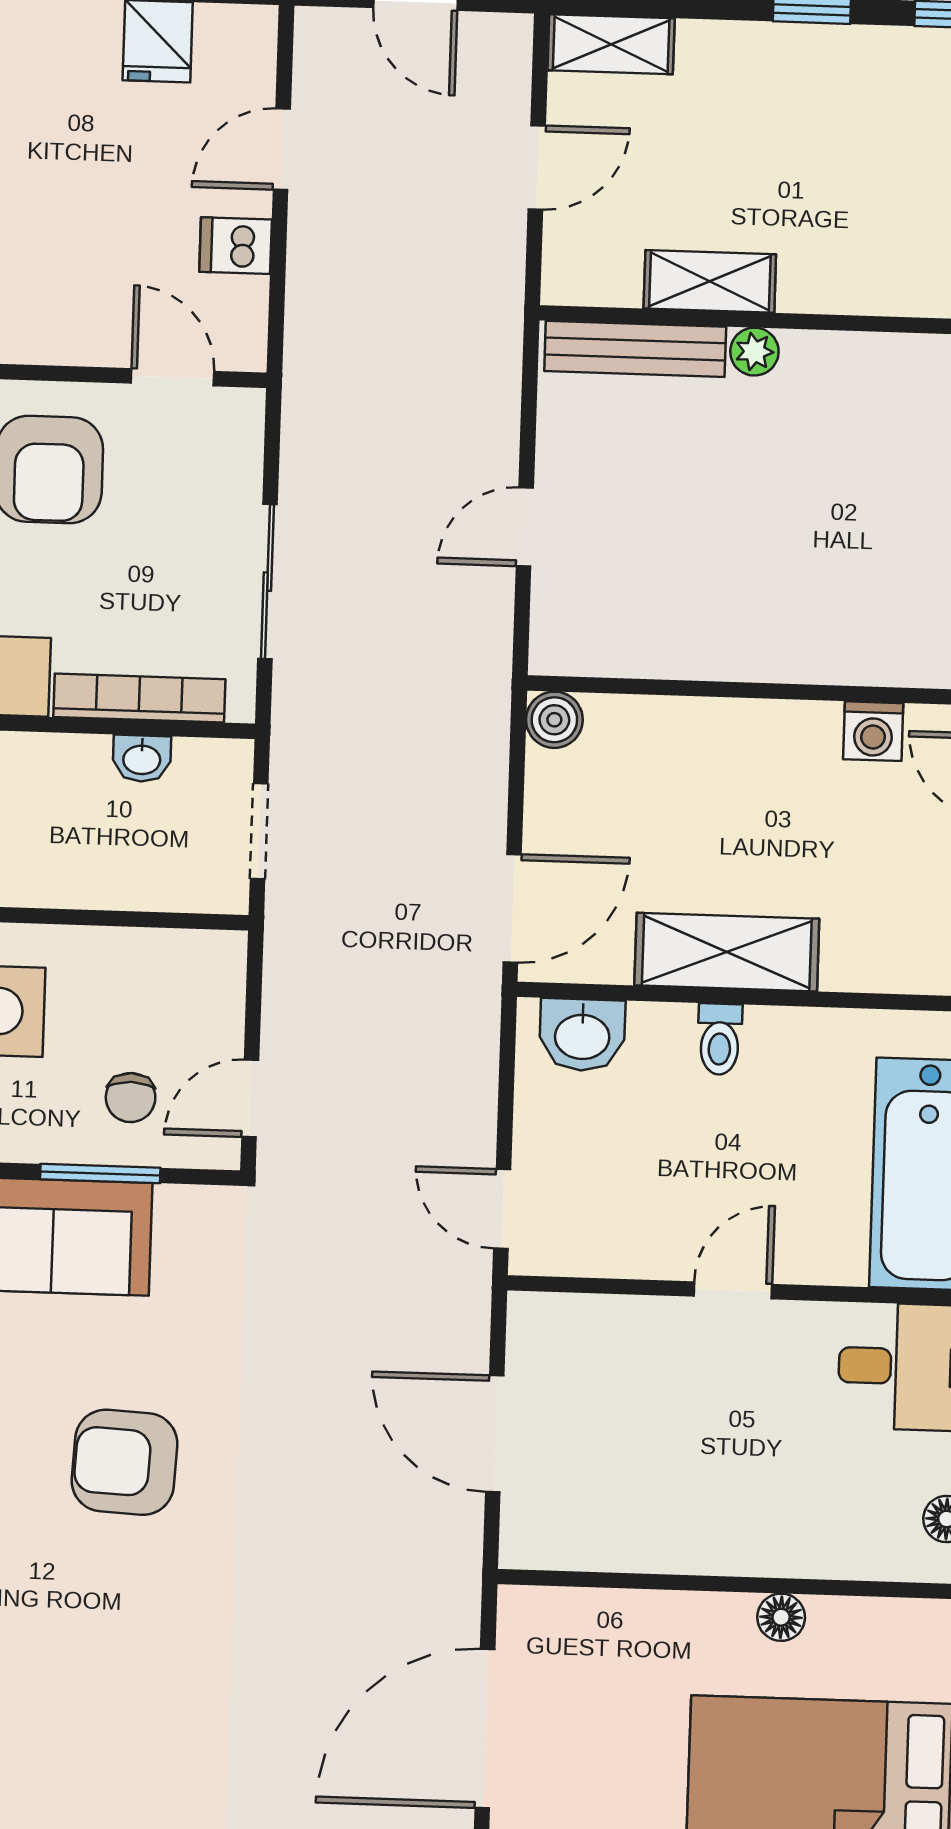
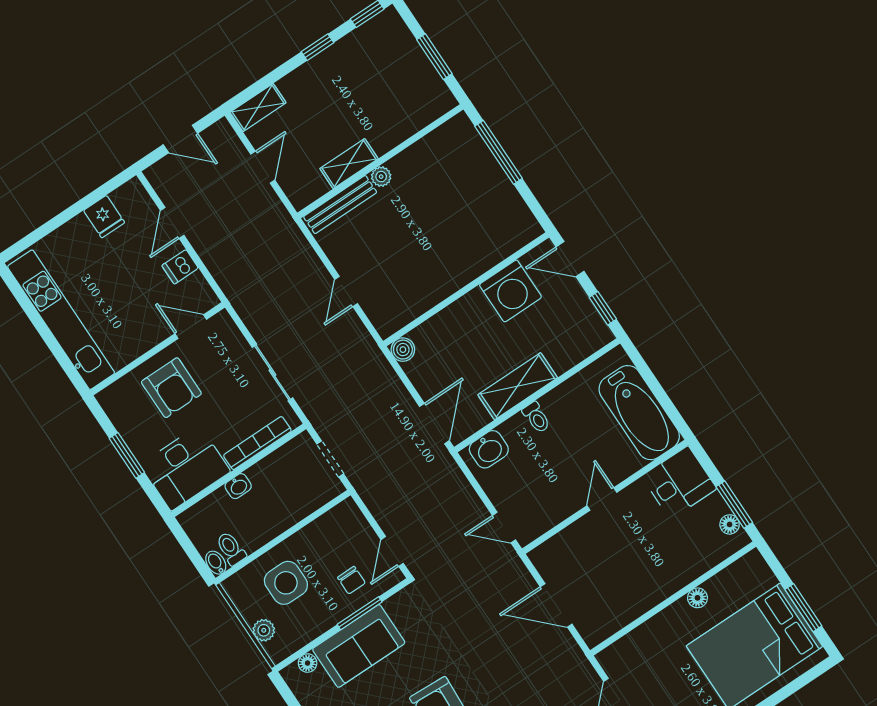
washing machine: (873, 731) -> (510, 291), width x1.89, depth x1.89
washbasin: (142, 758) -> (238, 486), moved

